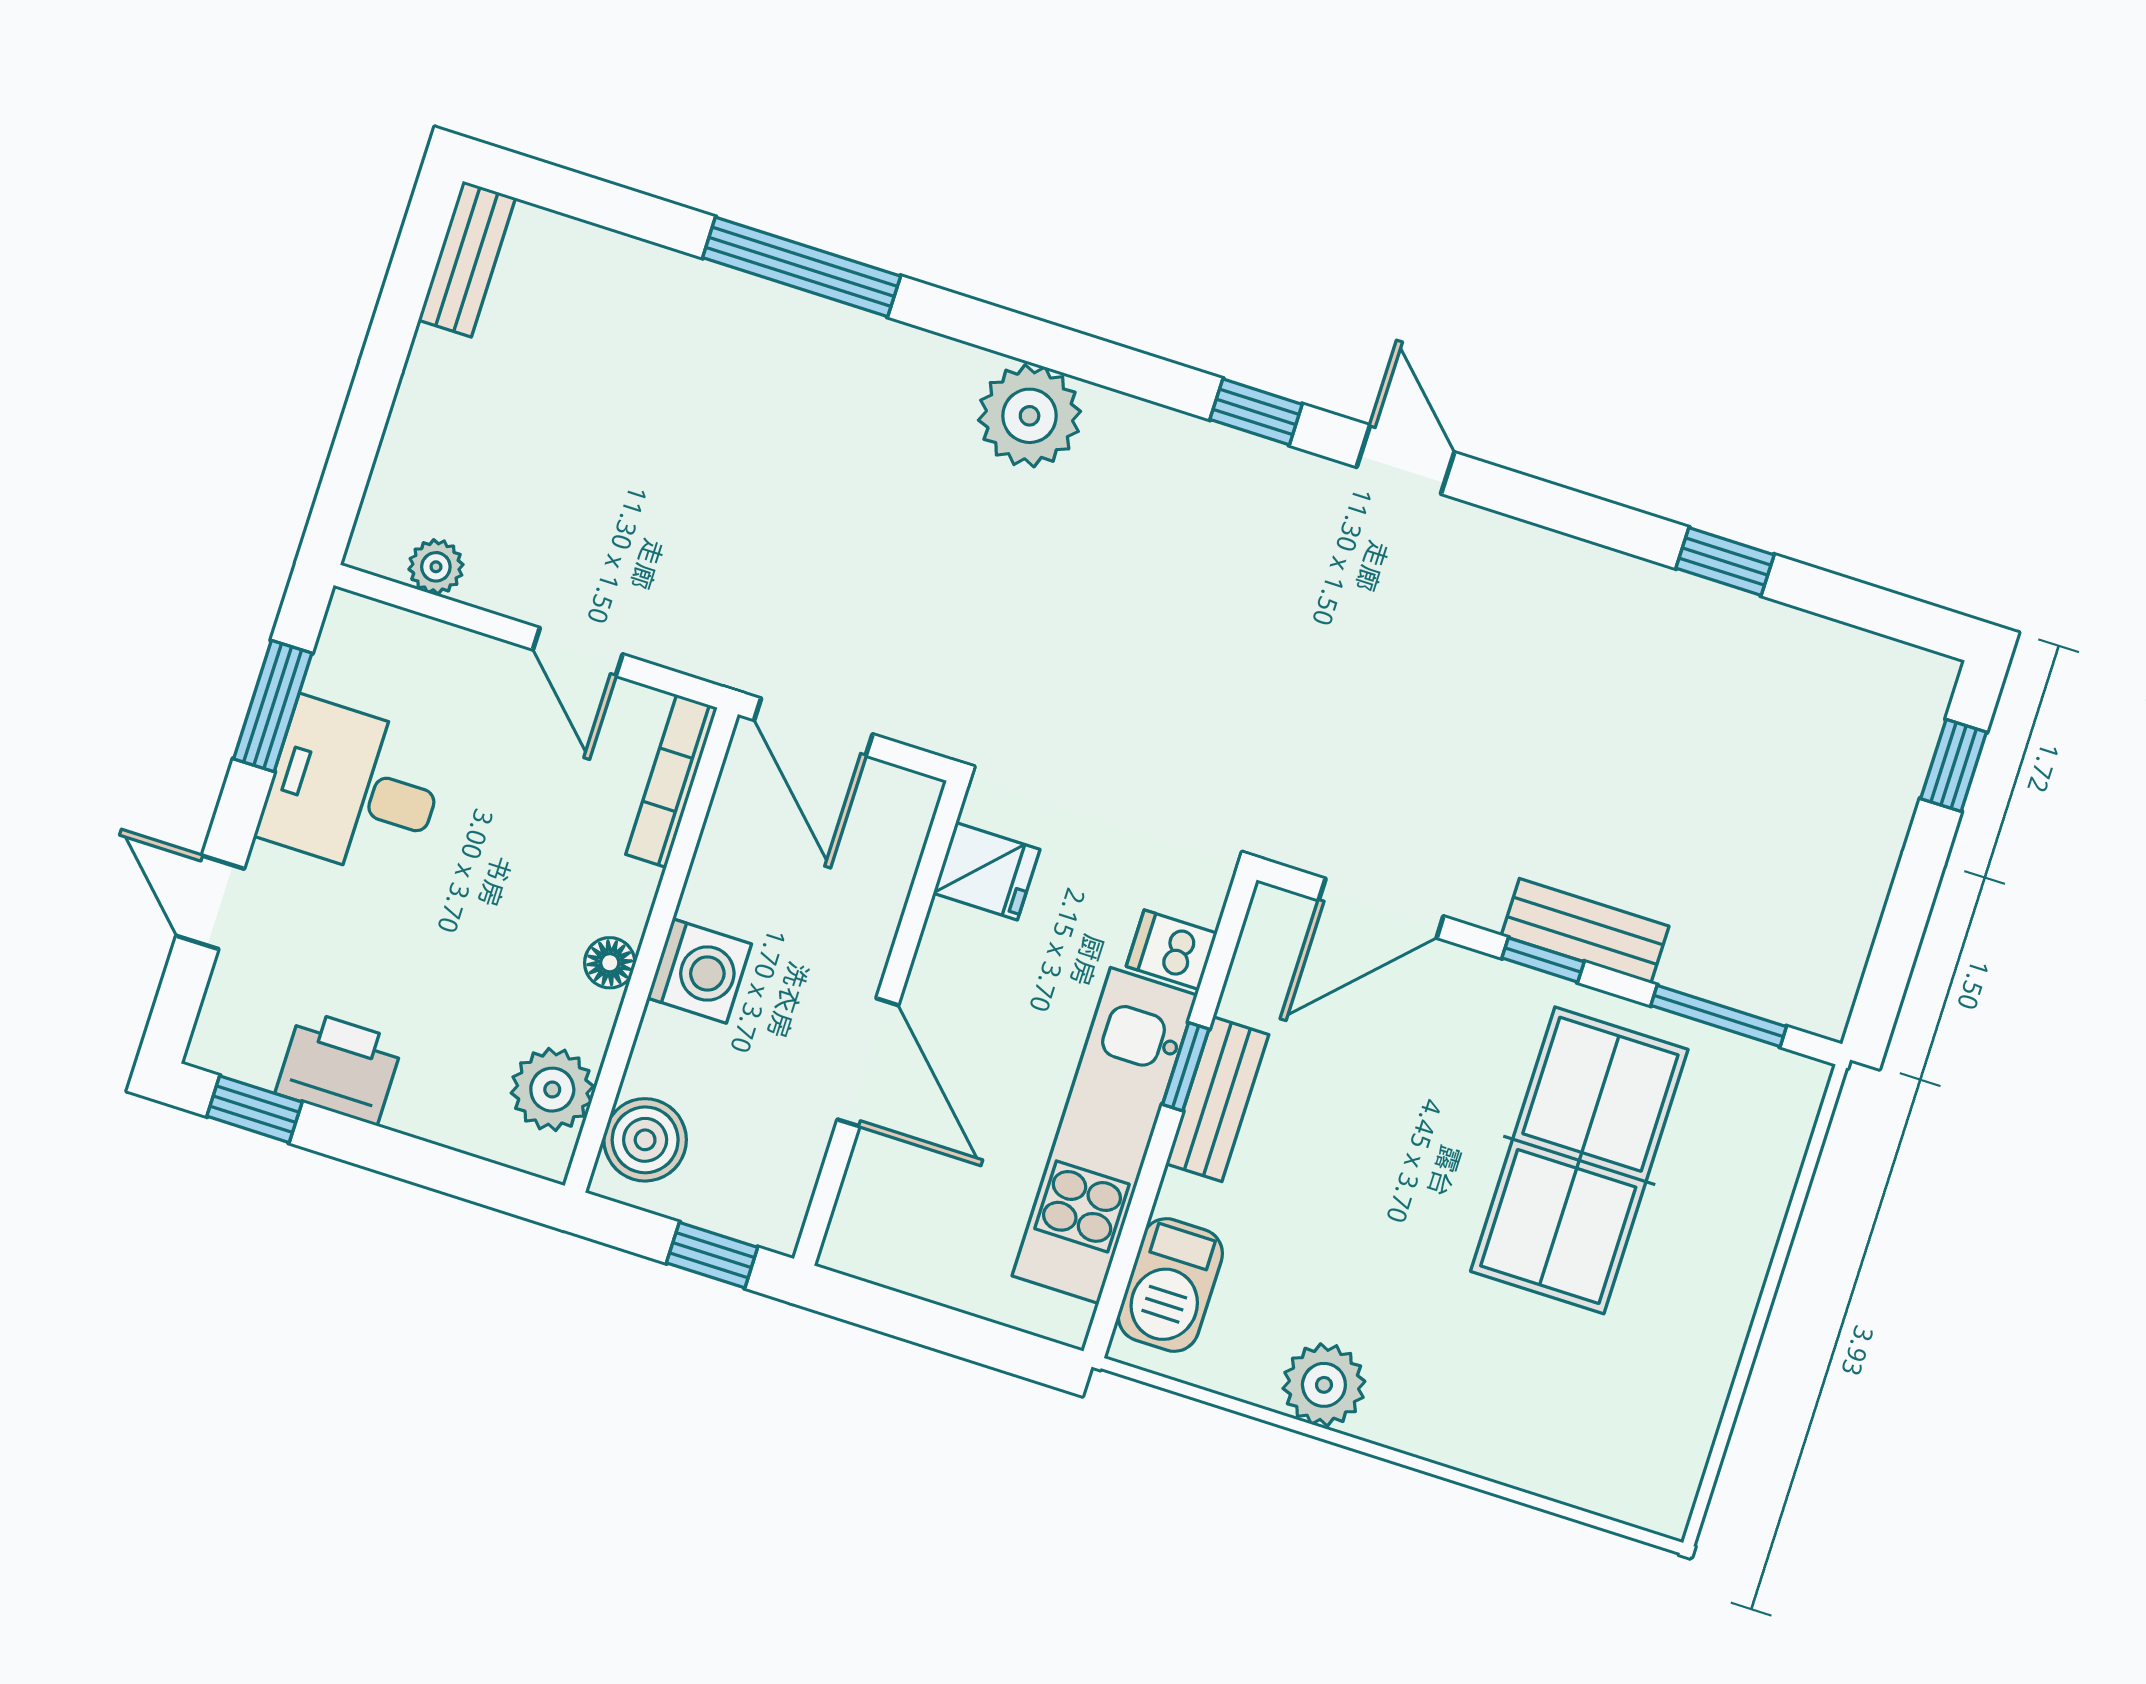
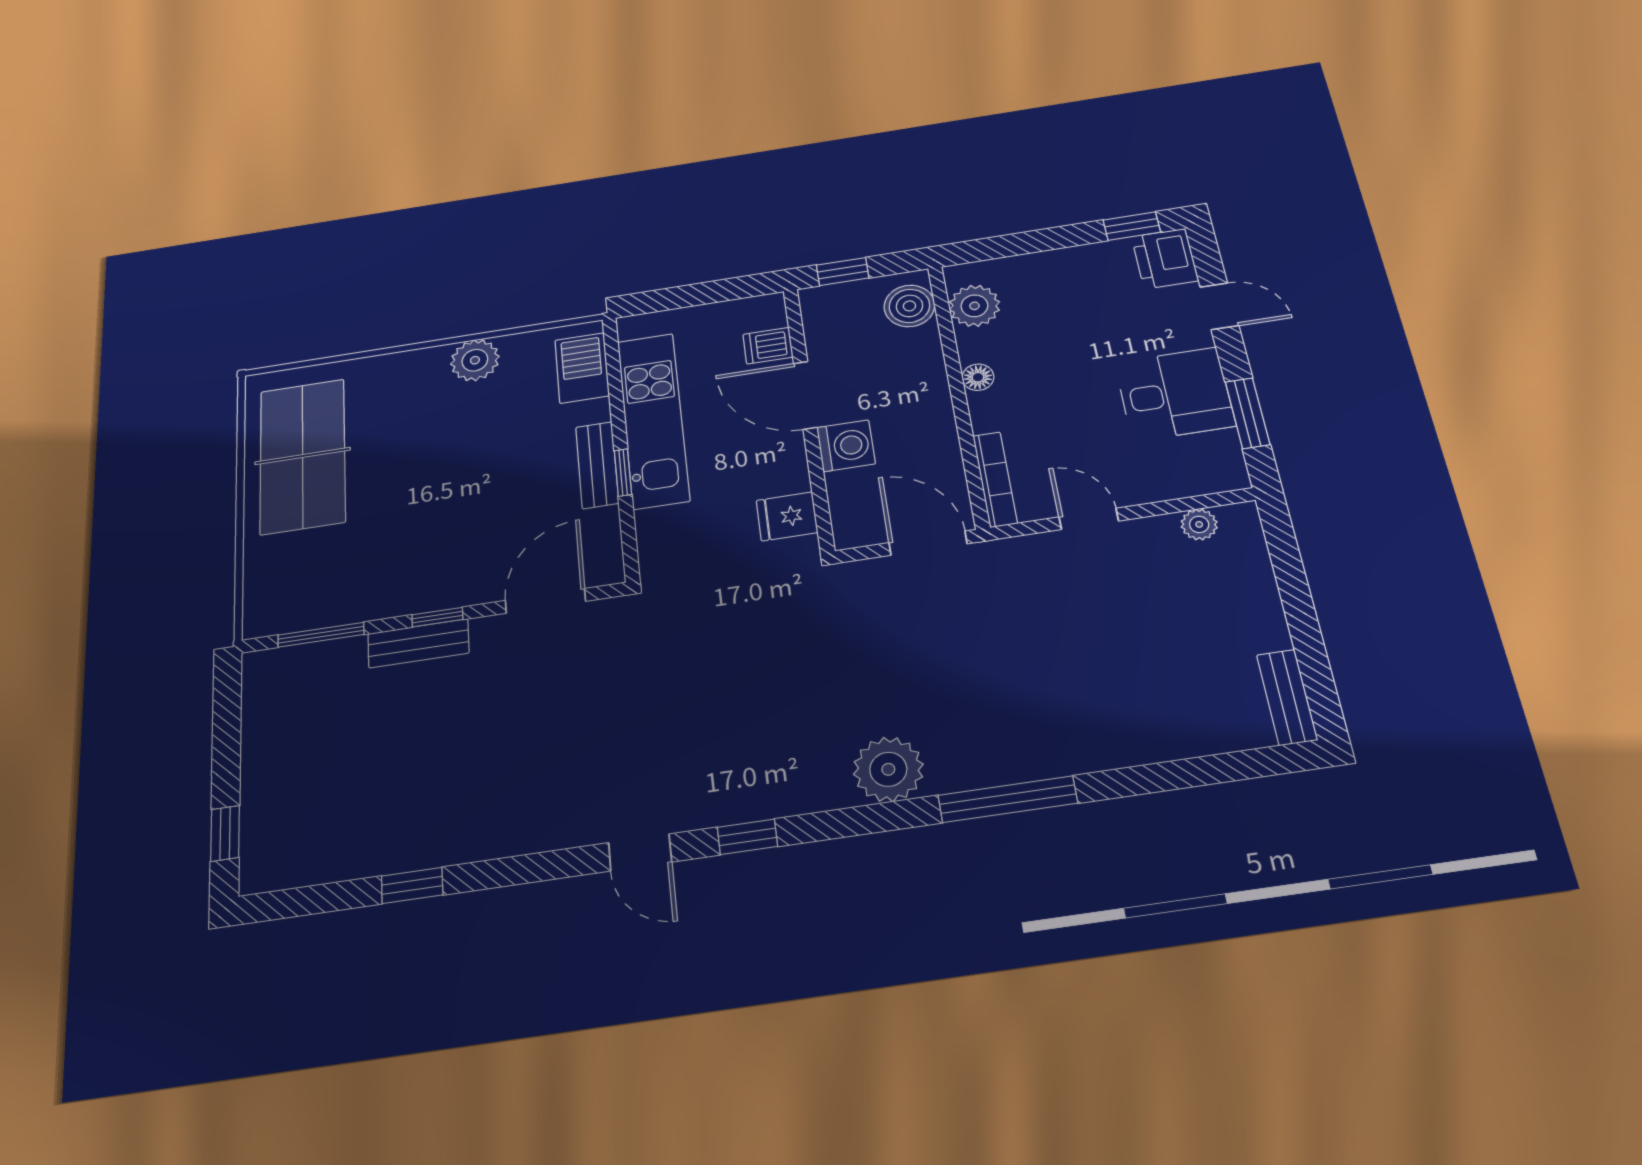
window: (802, 267) -> (1008, 799), moved
dishwasher: (1172, 950) -> (768, 346), moved, turned 180
washing machine: (699, 971) -> (846, 446), moved, turned 180
printer: (339, 1067) -> (1165, 259), moved, turned 90
table tennis table: (1579, 1160) -> (303, 456), moved

